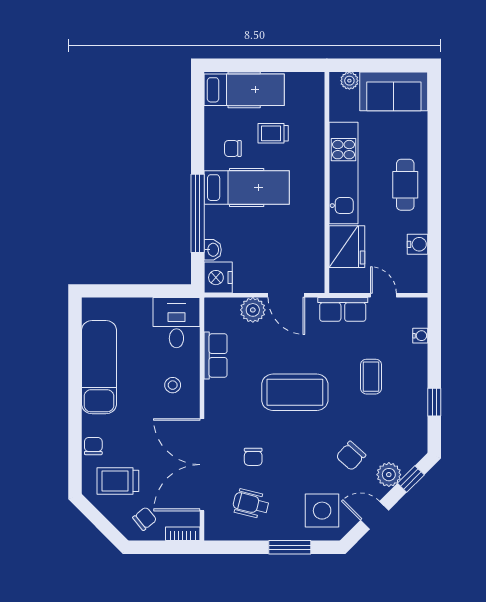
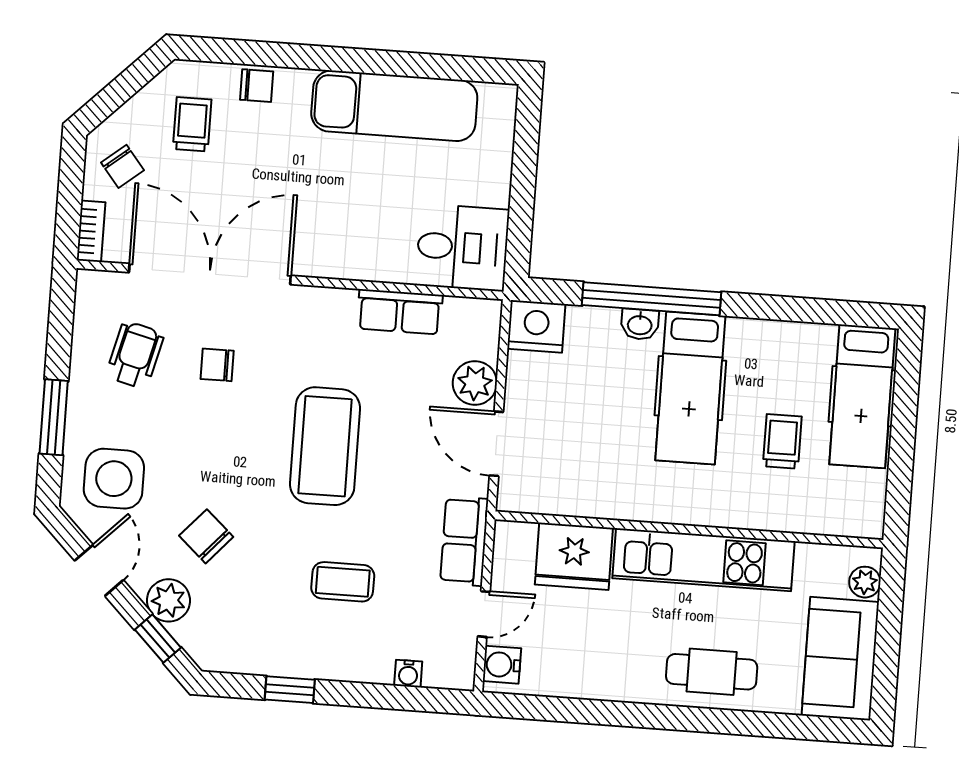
chair: (233, 148) -> (761, 369), removed
cafe table: (405, 185) -> (712, 672), moved
water cooler: (418, 244) -> (502, 665), moved, turned 90
washbasin: (213, 250) -> (640, 324), moved
door: (286, 295) -> (496, 444), hinge flipped
stool: (173, 385) -> (353, 233), removed
trolley: (118, 481) -> (192, 124), width x0.73, depth x0.72

